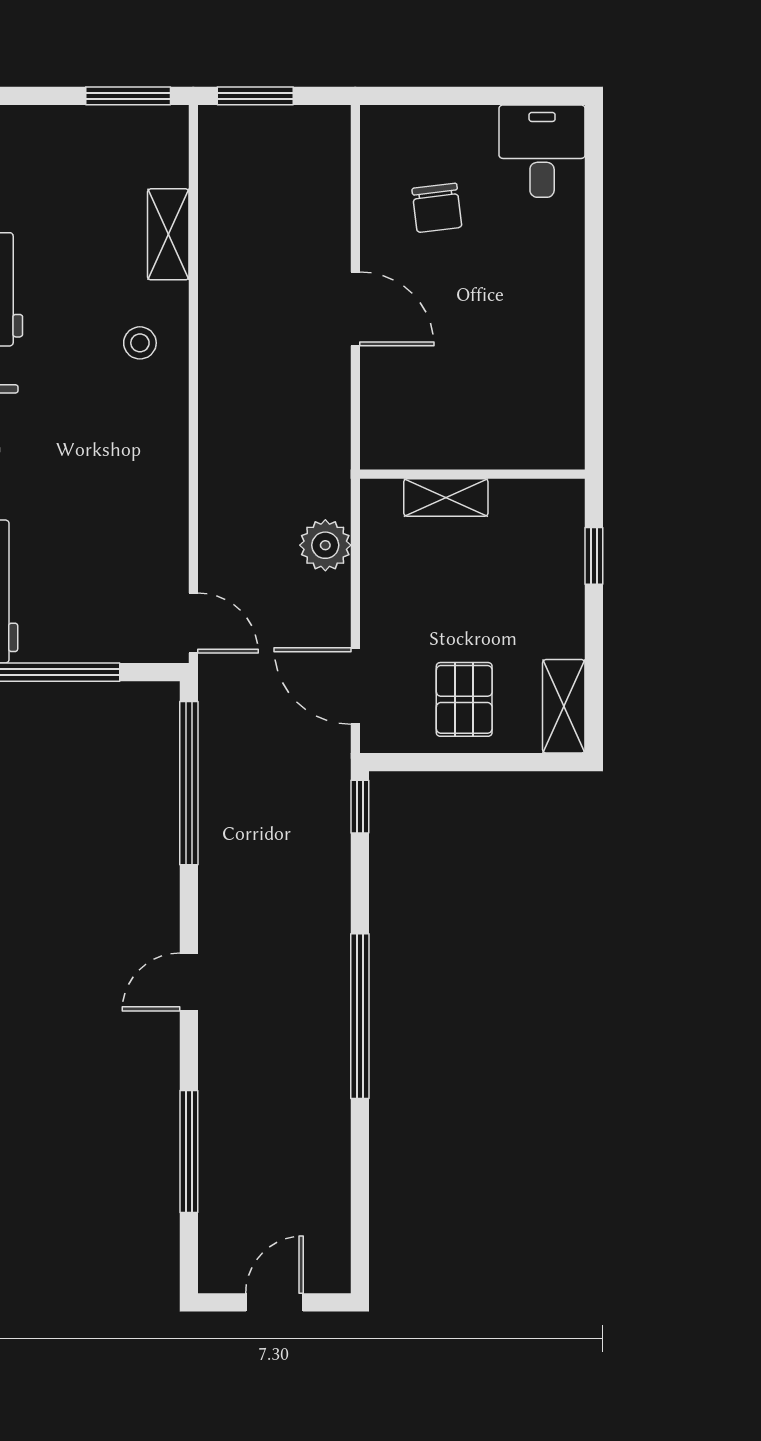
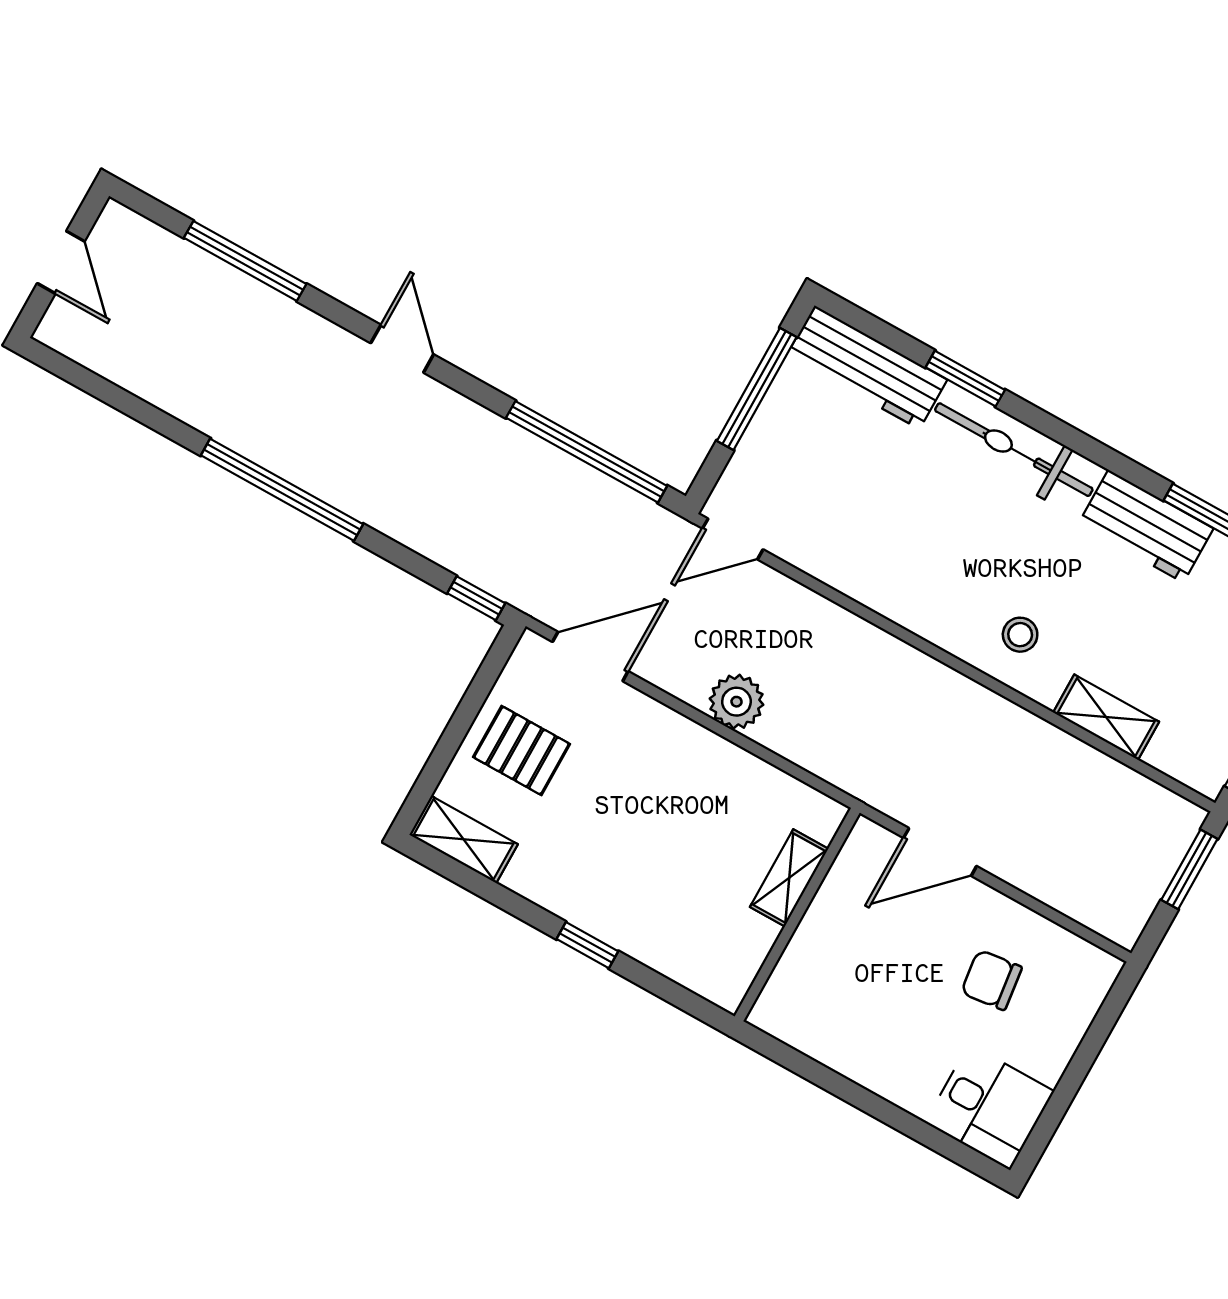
wall: (472, 474) -> (797, 915), moved
shelving: (446, 497) -> (789, 878), moved

